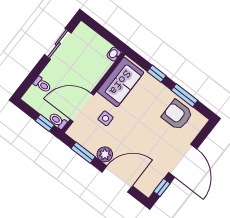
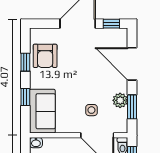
sofa: (120, 82) -> (42, 111), moved, turned 90
window: (185, 95) -> (25, 62), width x0.67
plant: (105, 154) -> (120, 100), moved

